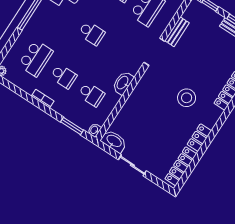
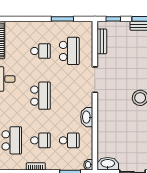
bench: (177, 32) -> (102, 41), moved
school desk: (92, 33) -> (41, 96), width x1.85

